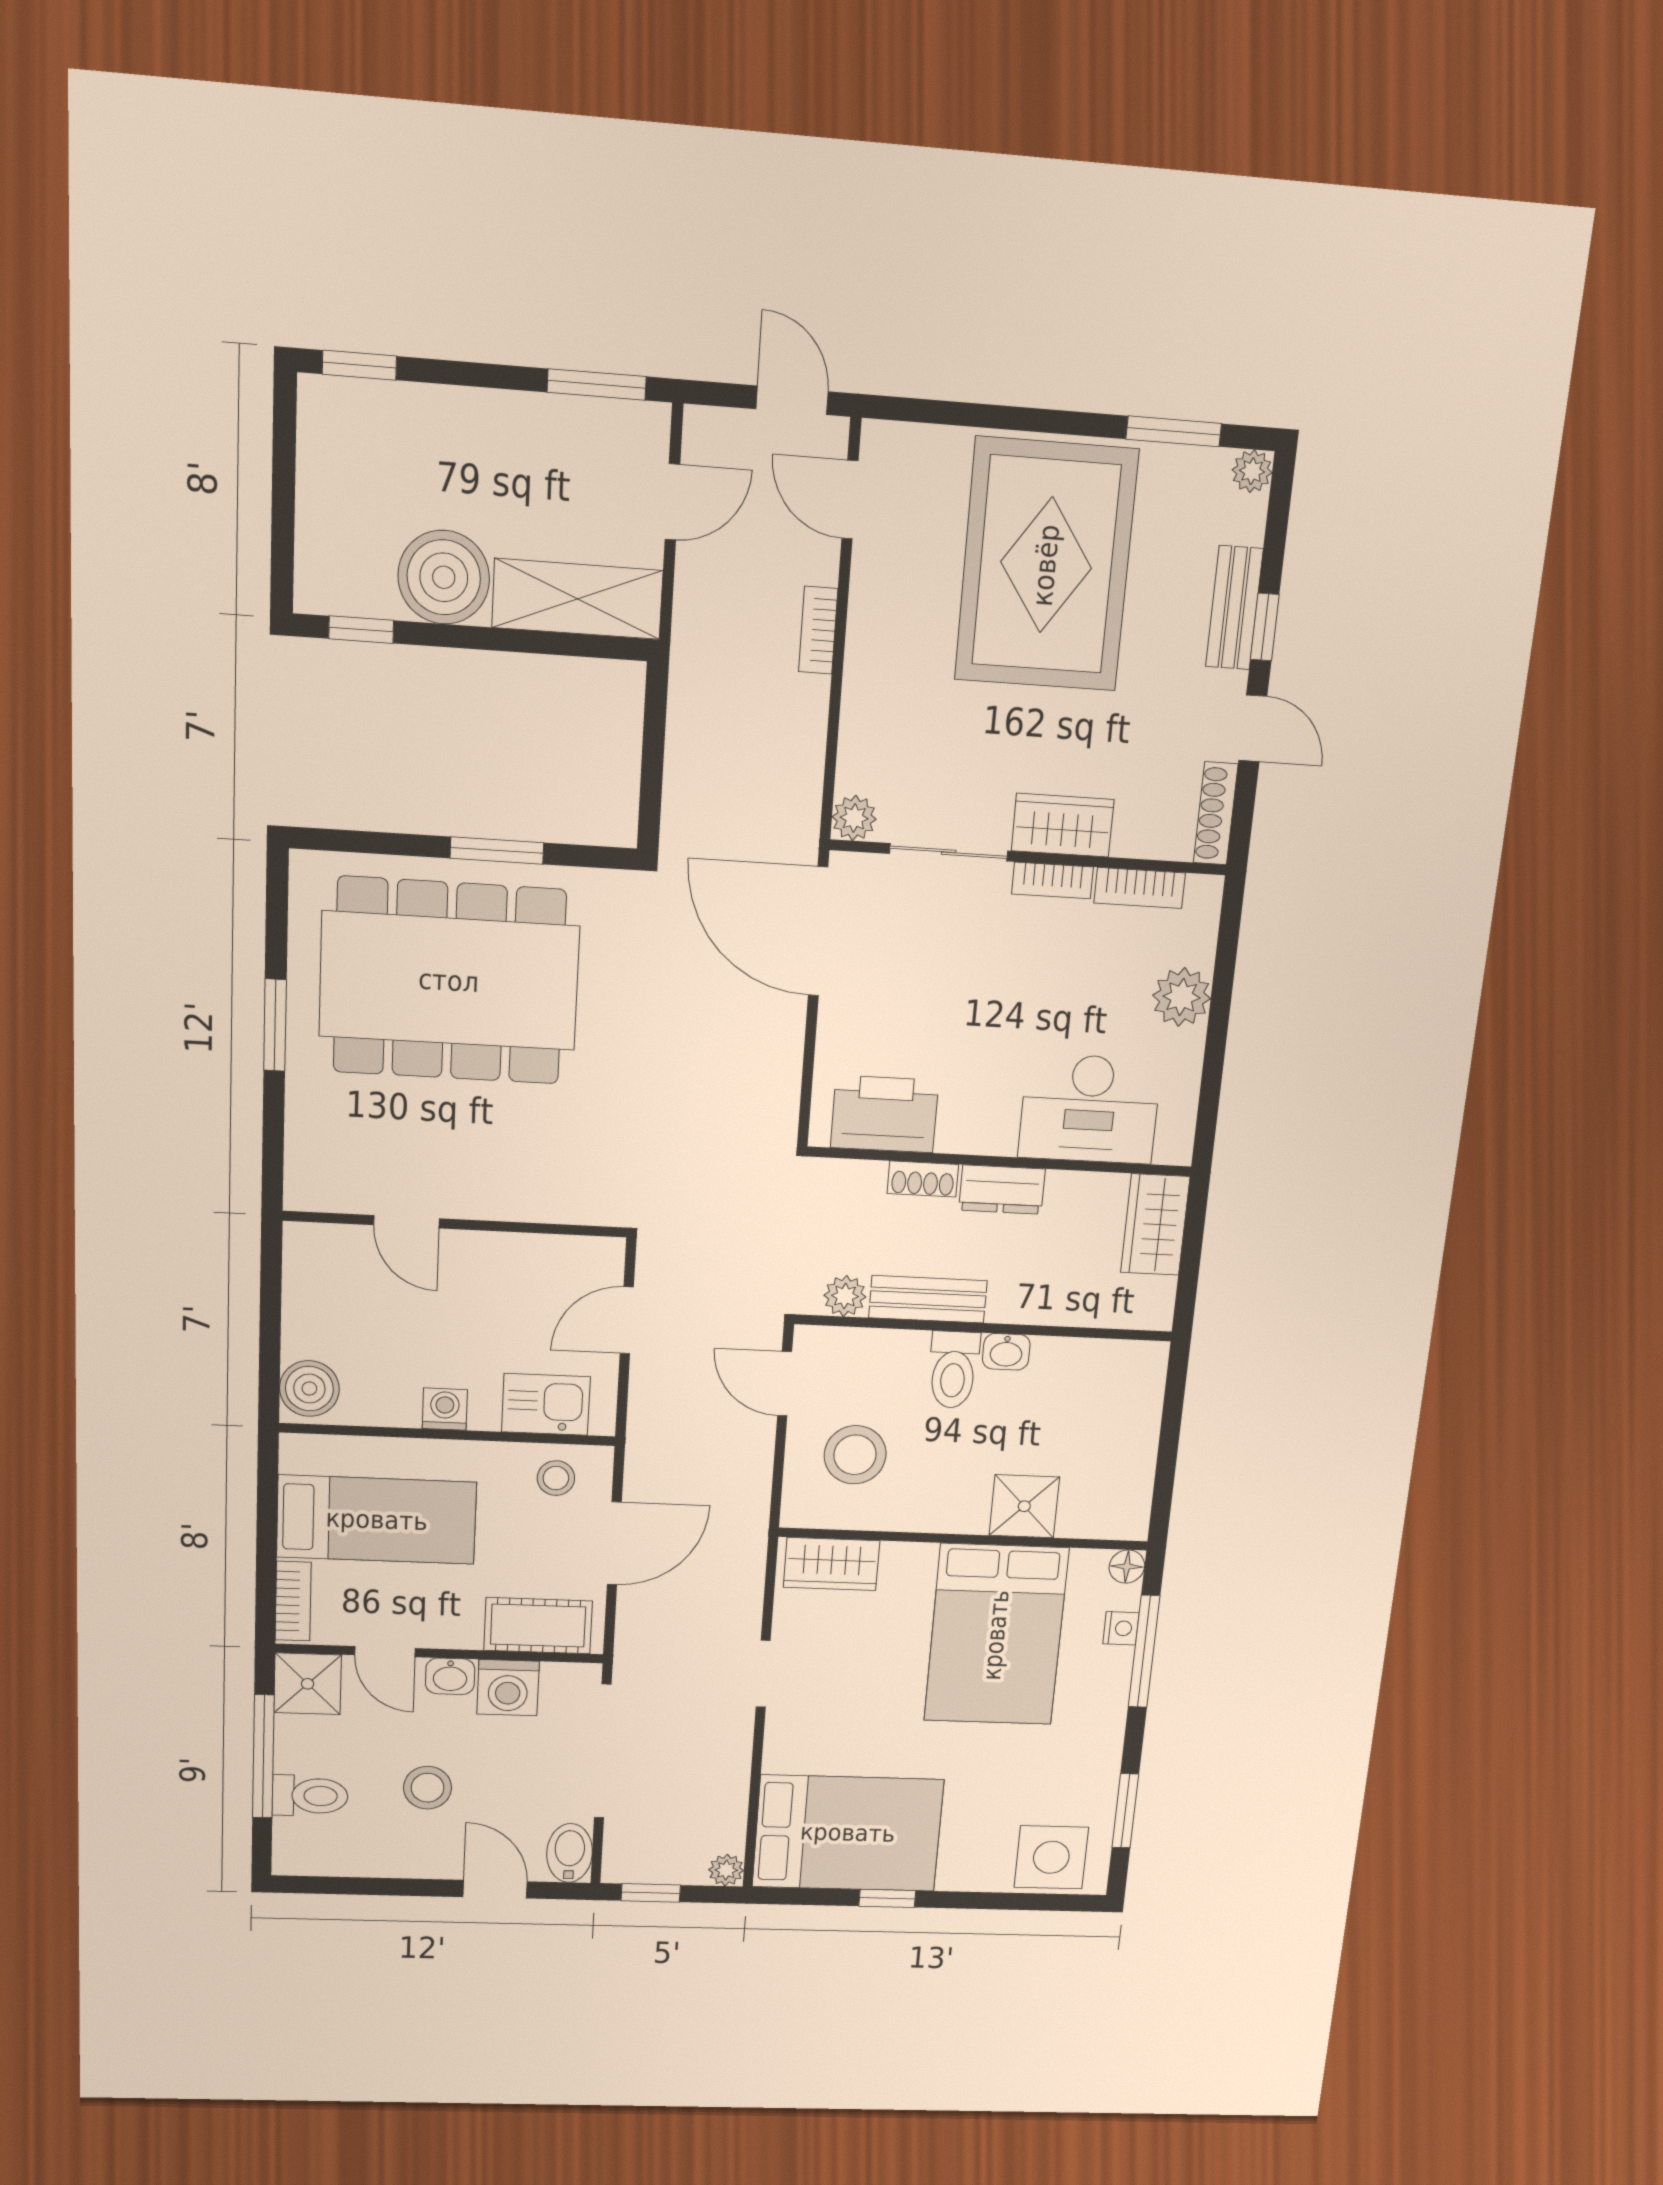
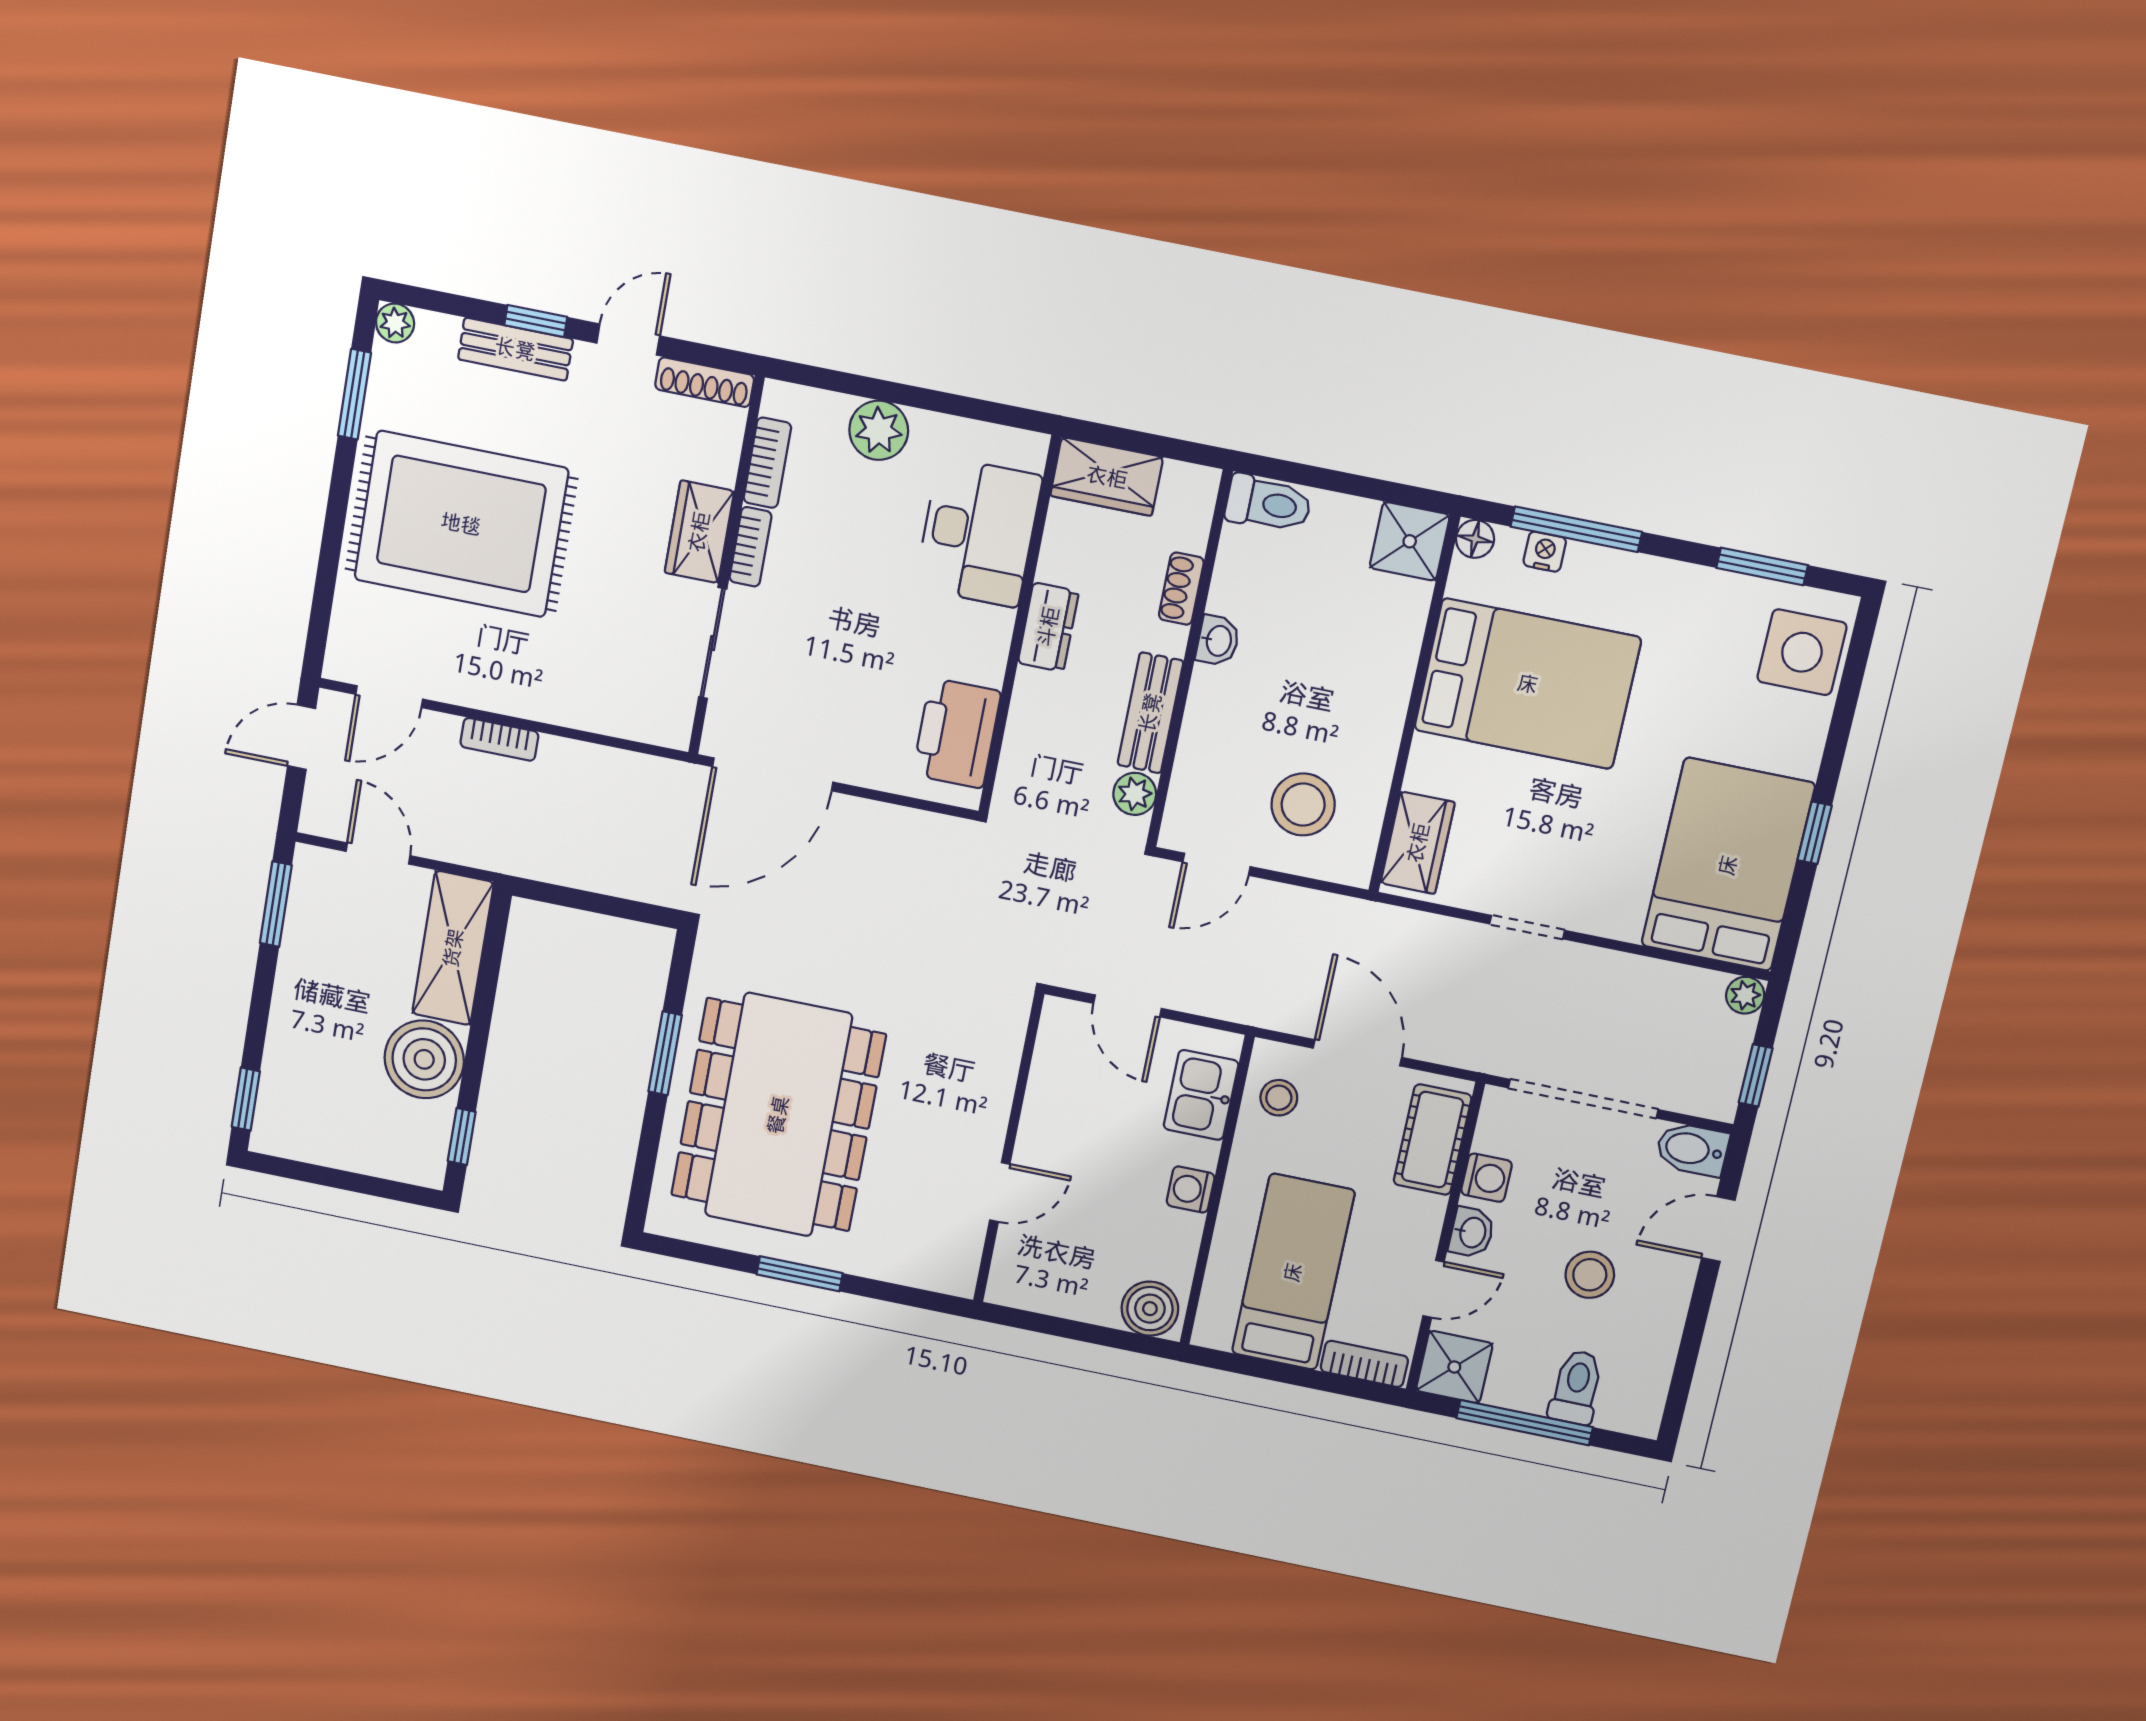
plant: (854, 818) -> (671, 728), removed
shoe rack: (923, 1179) -> (1181, 589), moved, turned 180
toilet: (953, 1370) -> (1268, 504), moved
shower: (1024, 1506) -> (1410, 541), moved
washing machine: (508, 1688) -> (1486, 1178), width x0.73, depth x0.73

